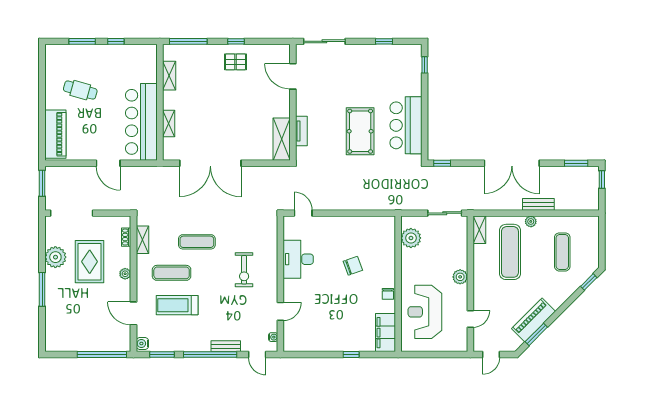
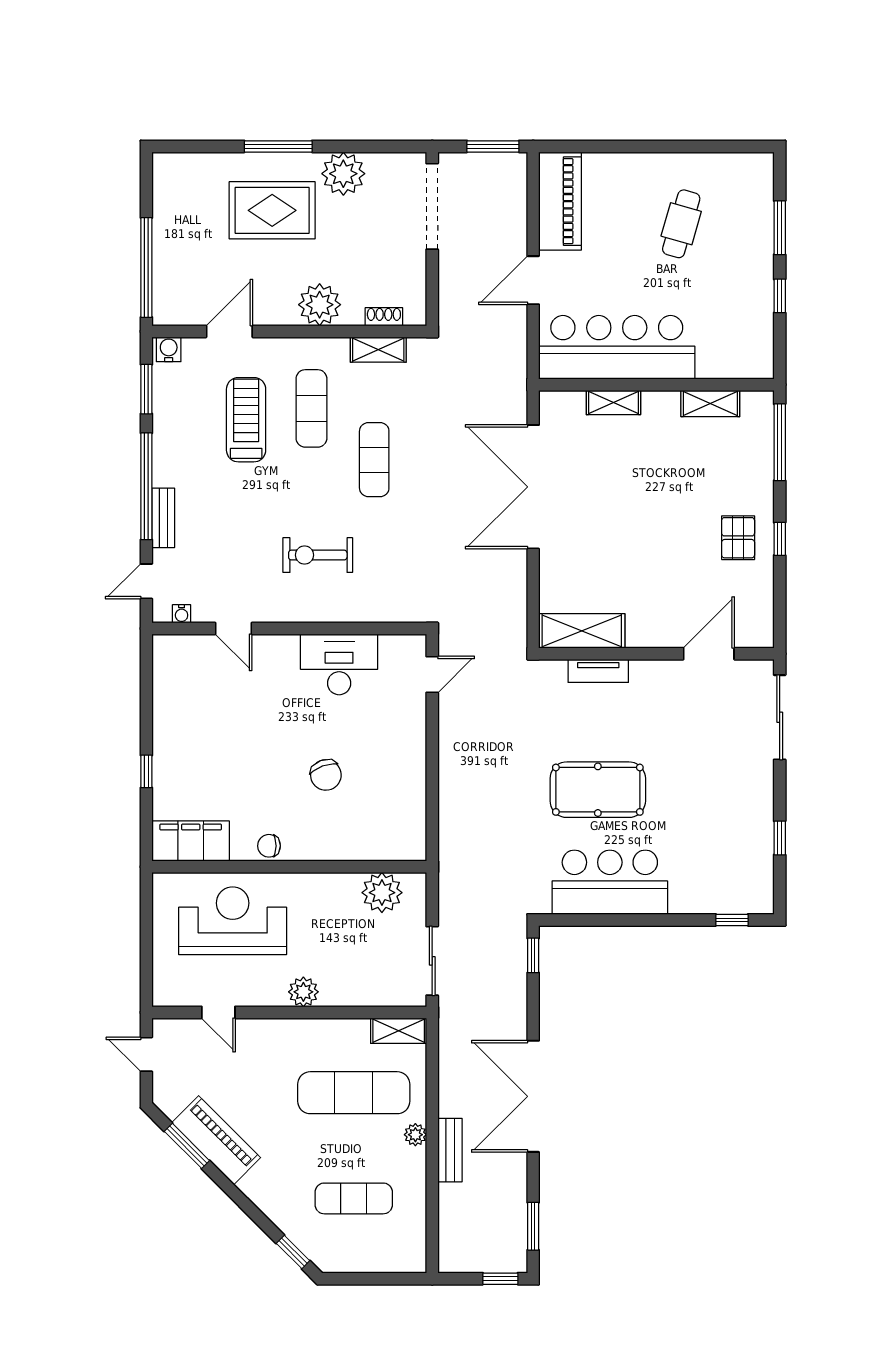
piano: (55, 134) -> (560, 201), moved, turned -90
rug: (90, 262) -> (272, 210), moved
plant: (125, 274) -> (320, 305), width x1.88, depth x1.88

